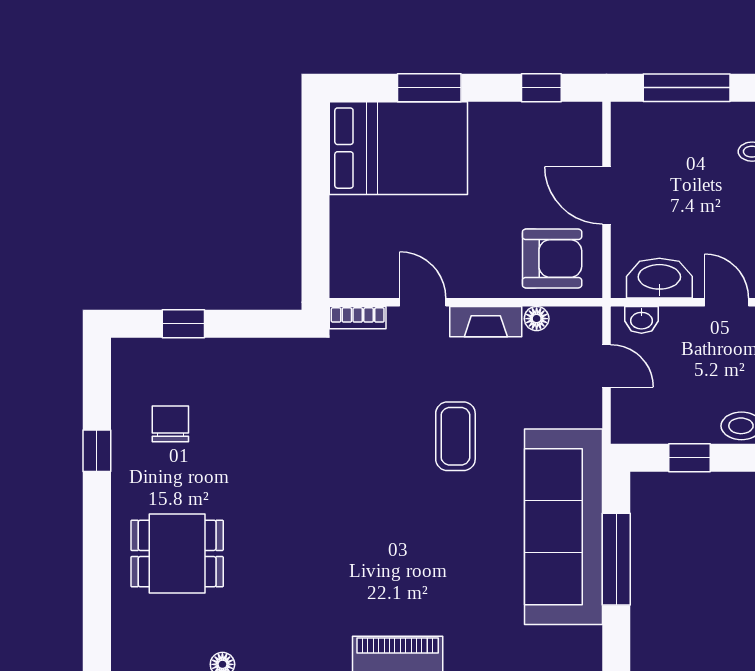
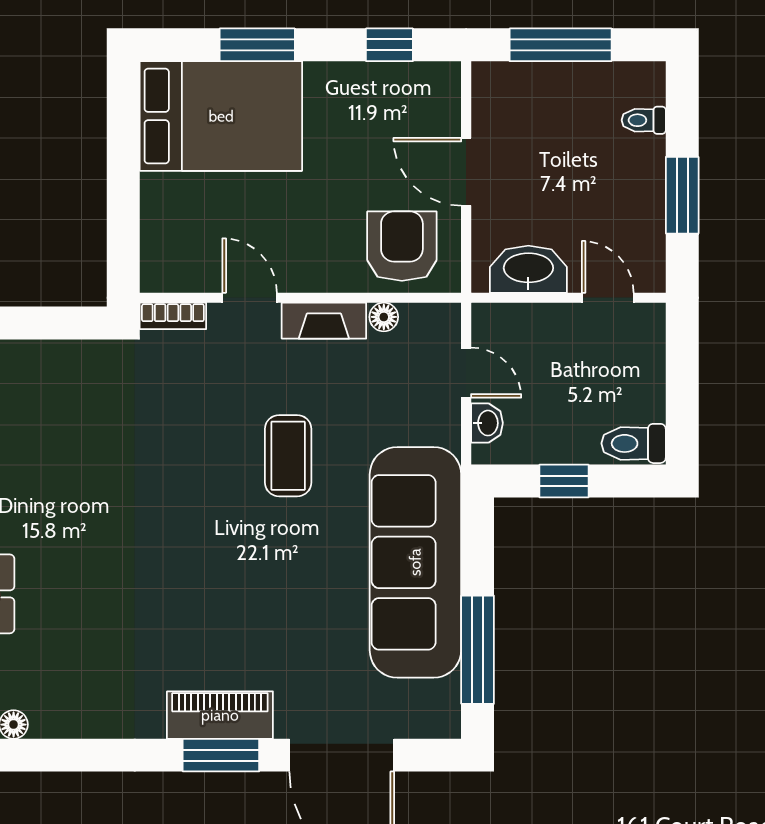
armchair: (552, 259) -> (402, 246), turned -90
washbasin: (641, 320) -> (487, 423), moved, turned -90
window: (616, 559) -> (478, 650), moved

